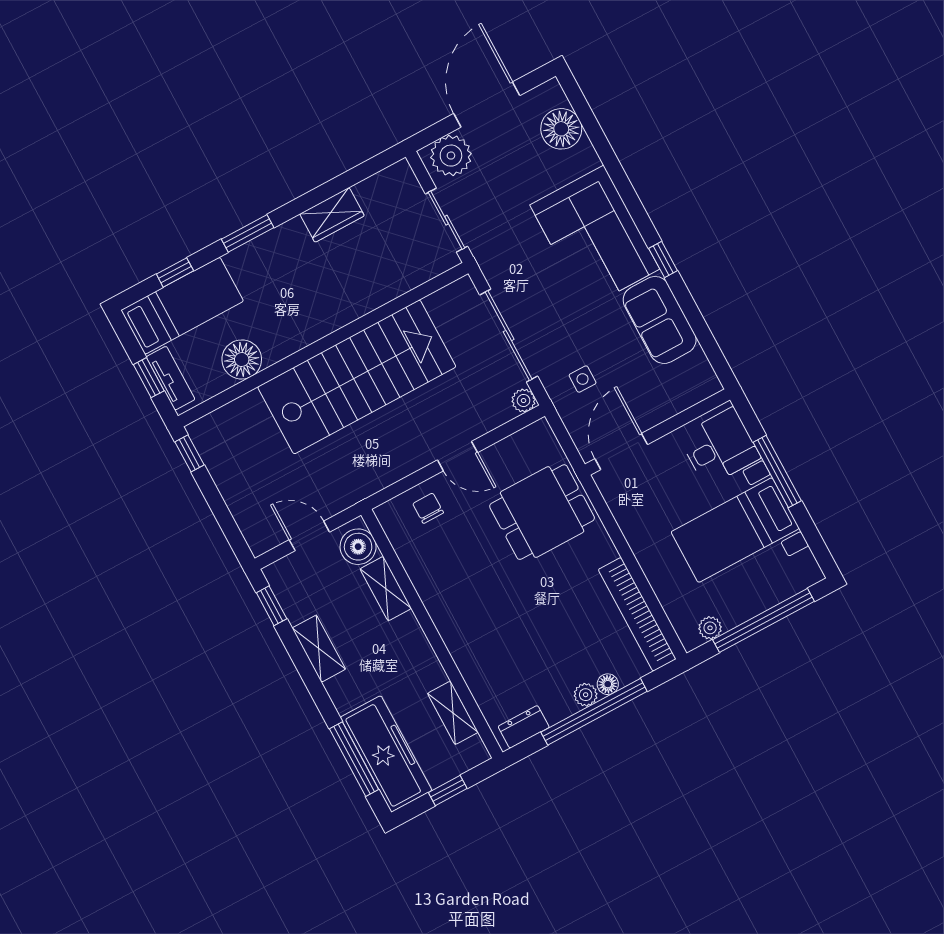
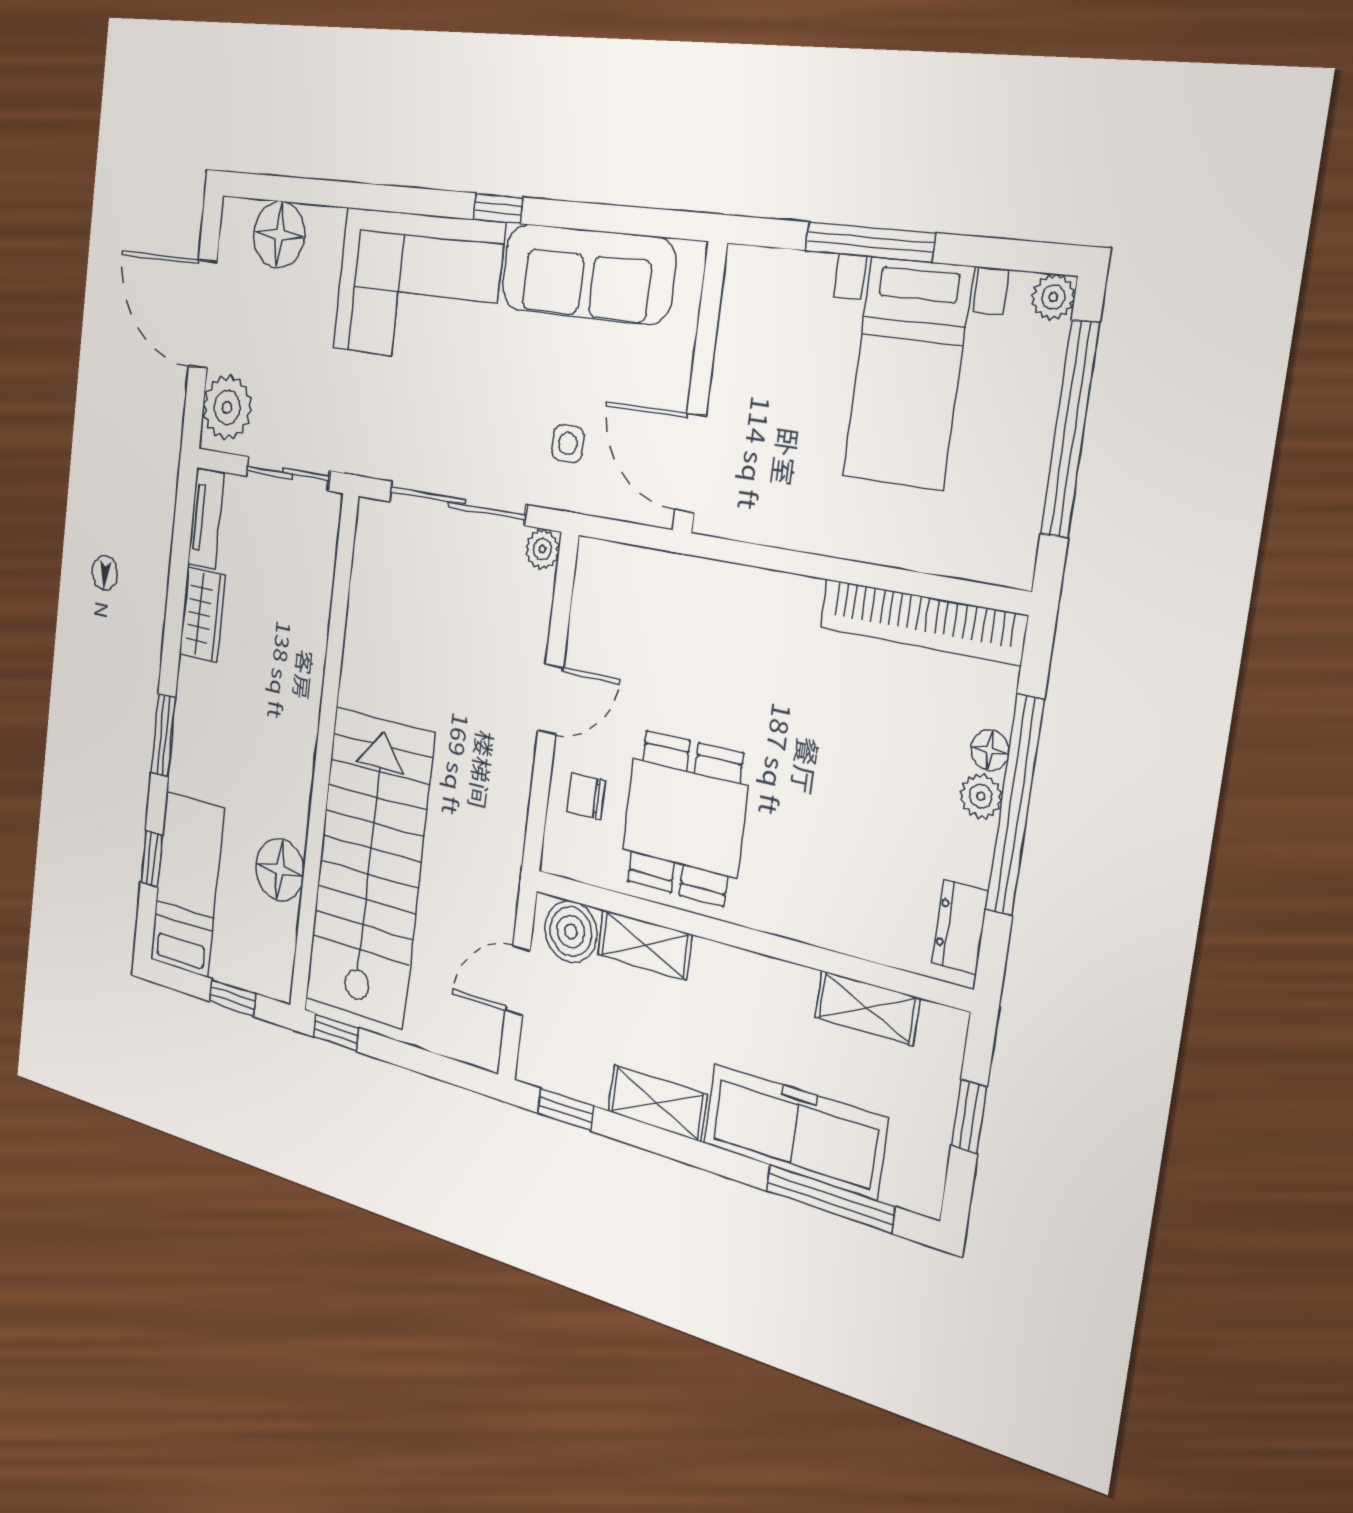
sofa: (660, 320) -> (587, 274), width x1.36
stairs: (357, 377) -> (369, 868), moved
tv unit: (171, 378) -> (206, 519), moved, turned 90
desk: (720, 447) -> (779, 308), removed
dining table: (542, 512) -> (685, 818), moved
plant: (710, 628) -> (1053, 297), moved
freezer: (386, 754) -> (795, 1131), moved

